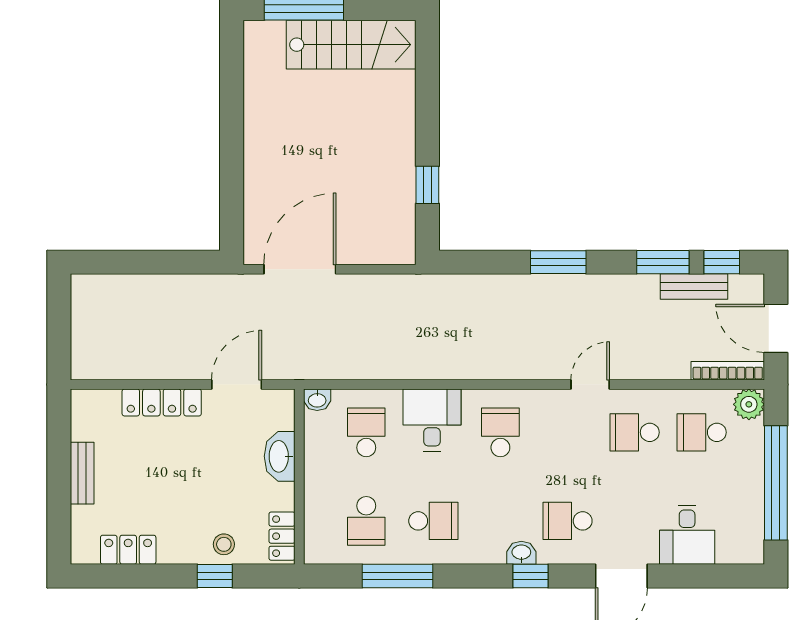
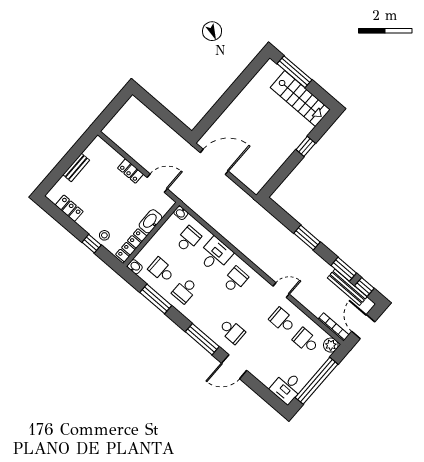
window: (427, 185) -> (306, 146), moved
bench: (694, 286) -> (347, 287), width x1.36
locker: (162, 402) -> (130, 171), width x0.66
school desk: (366, 521) -> (161, 270), turned 90
school desk: (433, 521) -> (185, 291), turned 90
school desk: (567, 521) -> (232, 331), turned 180
desk: (687, 535) -> (287, 387), moved
locker: (282, 536) -> (131, 245), width x1.53
washbasin: (521, 553) -> (135, 267), moved
window: (530, 576) -> (202, 339), width x2.17

